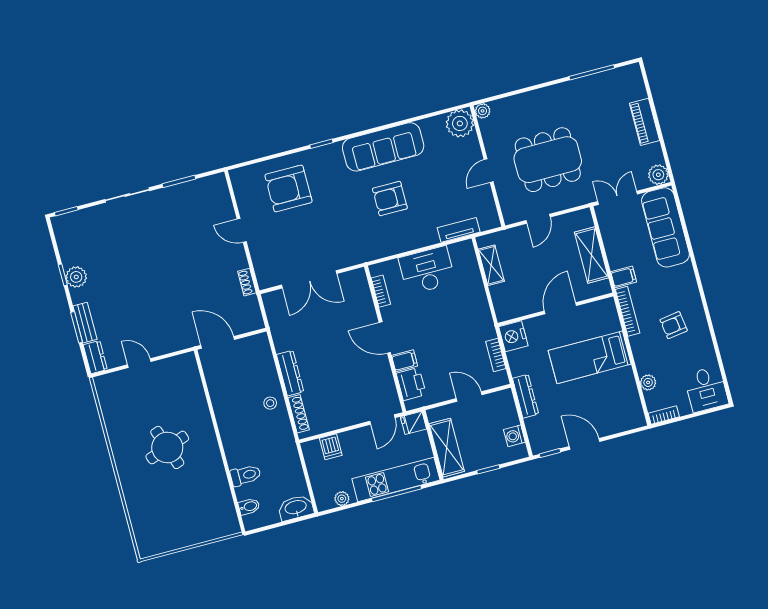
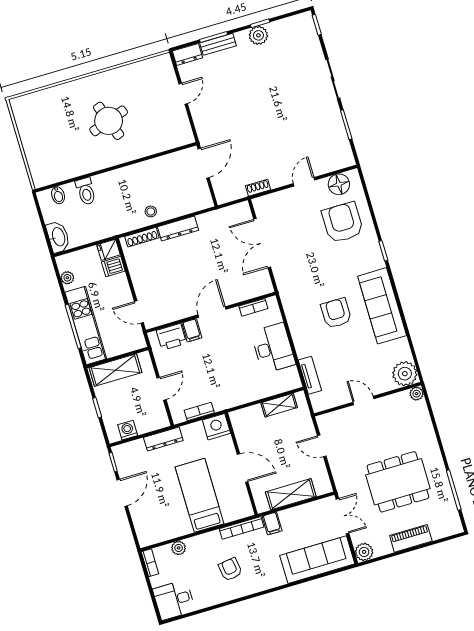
dining table: (548, 160) -> (398, 482), moved, turned 90
floor lamp: (246, 191) -> (339, 184), added
fridge: (413, 423) -> (109, 250), moved, turned -90

